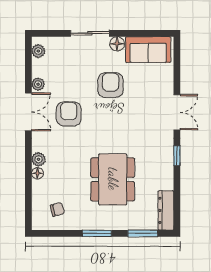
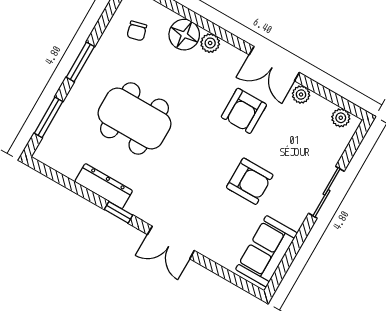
floor lamp: (117, 44) -> (295, 218), removed
armchair: (69, 114) -> (244, 111), turned 90
floor lamp: (37, 173) -> (184, 35), width x1.89, depth x1.89
dresser: (166, 210) -> (104, 186), moved

